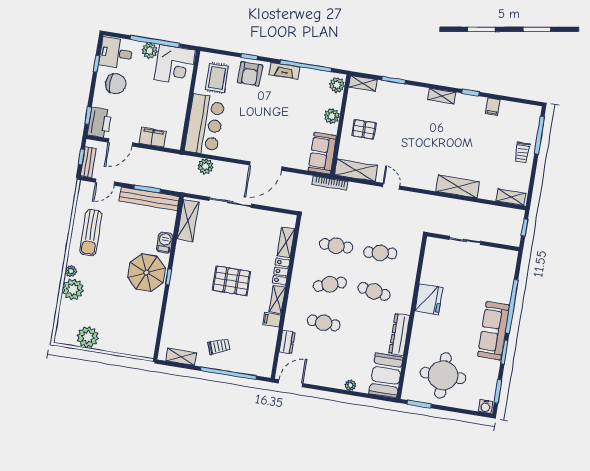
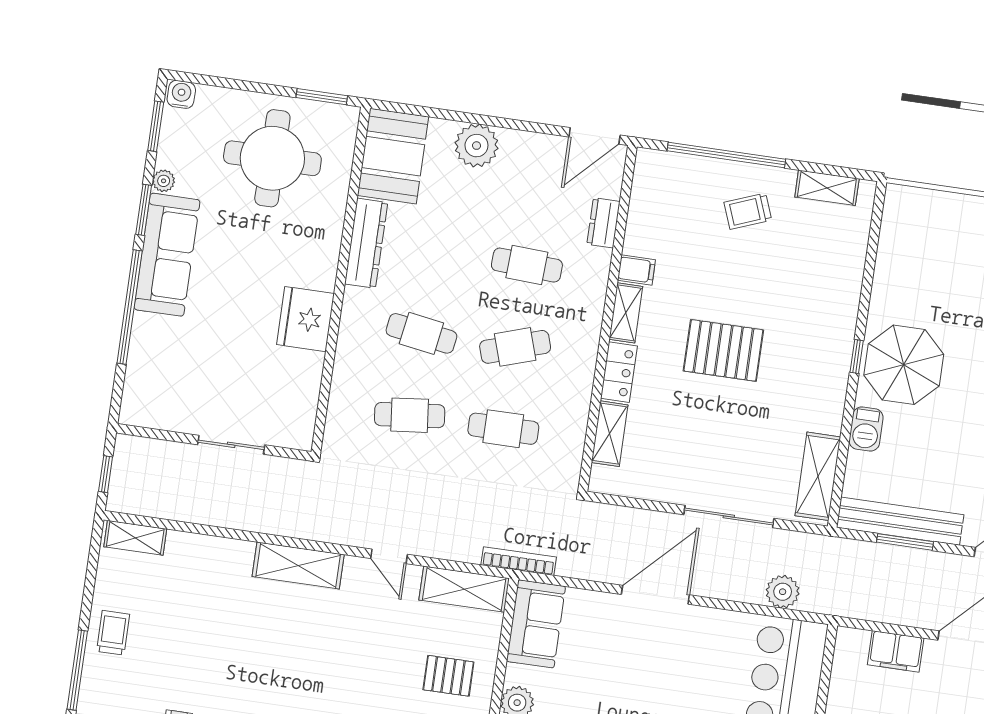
shelving: (458, 187) -> (298, 565), moved
plant: (495, 366) -> (164, 181), added
plant: (350, 385) -> (476, 146), width x1.88, depth x1.88

